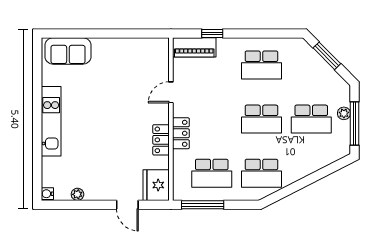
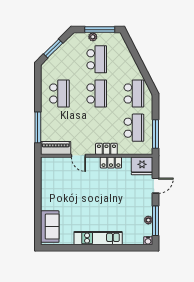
window: (212, 34) -> (38, 127), width x2.17
piano: (194, 47) -> (56, 148), moved, turned -90
window: (76, 205) -> (156, 221), added

